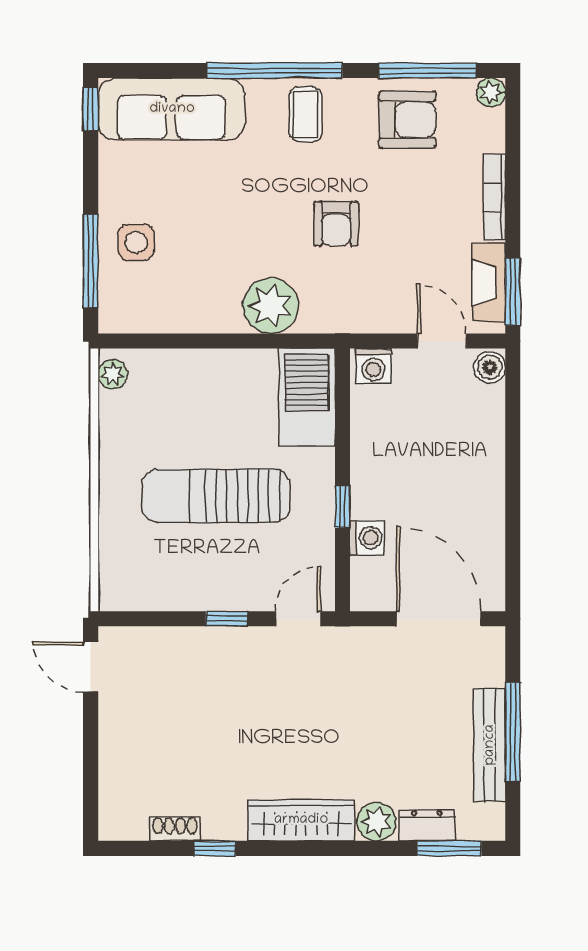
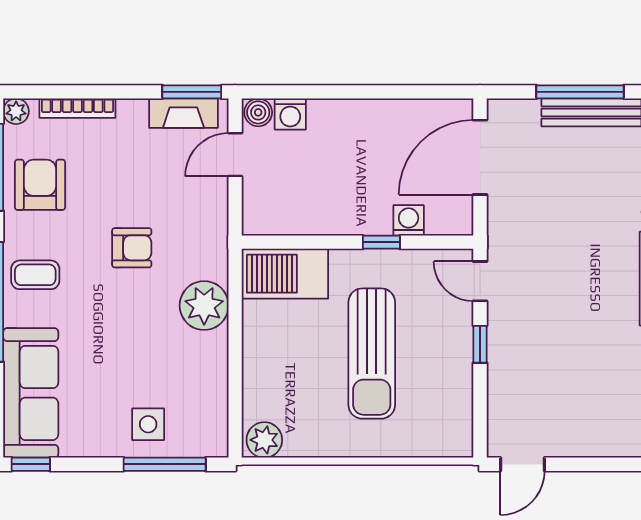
bookcase: (494, 197) -> (77, 108), moved
washing machine: (373, 366) -> (290, 114), moved, turned 90
plant: (113, 374) -> (264, 440), width x1.38, depth x1.38

